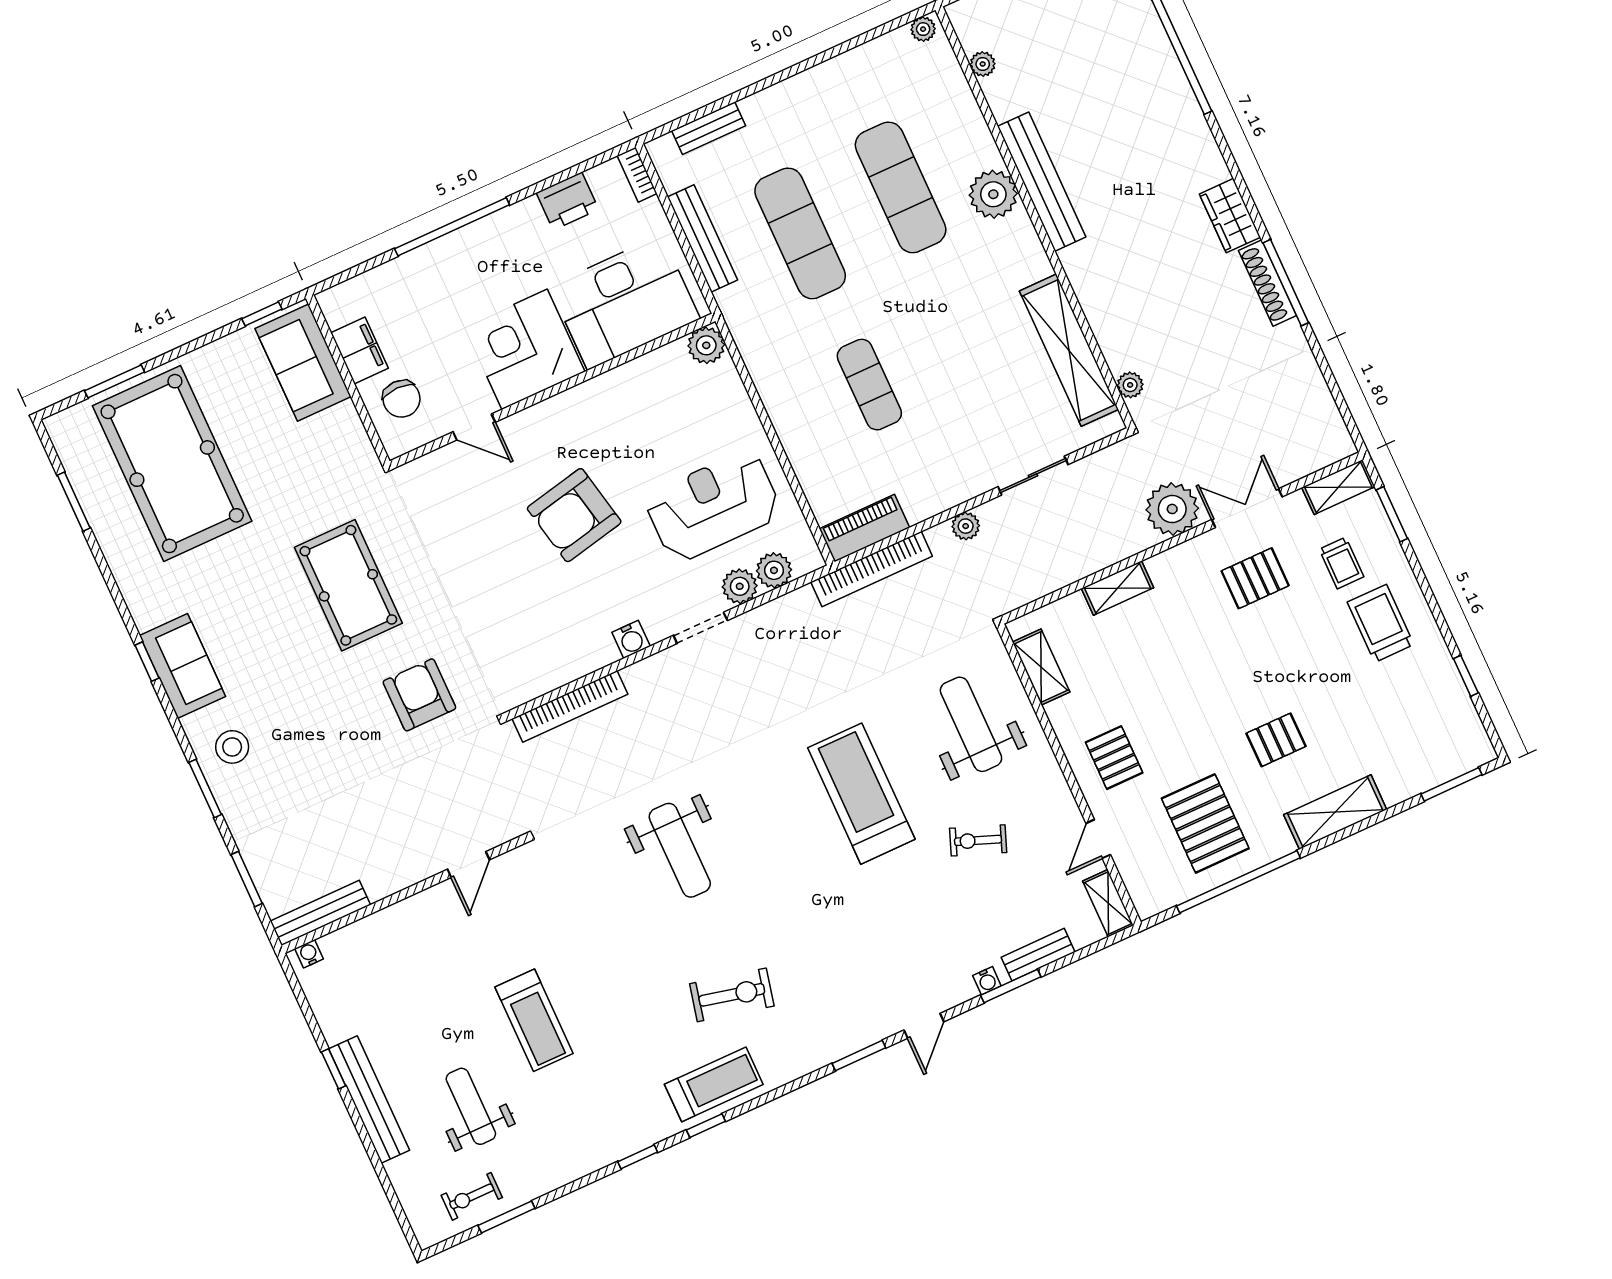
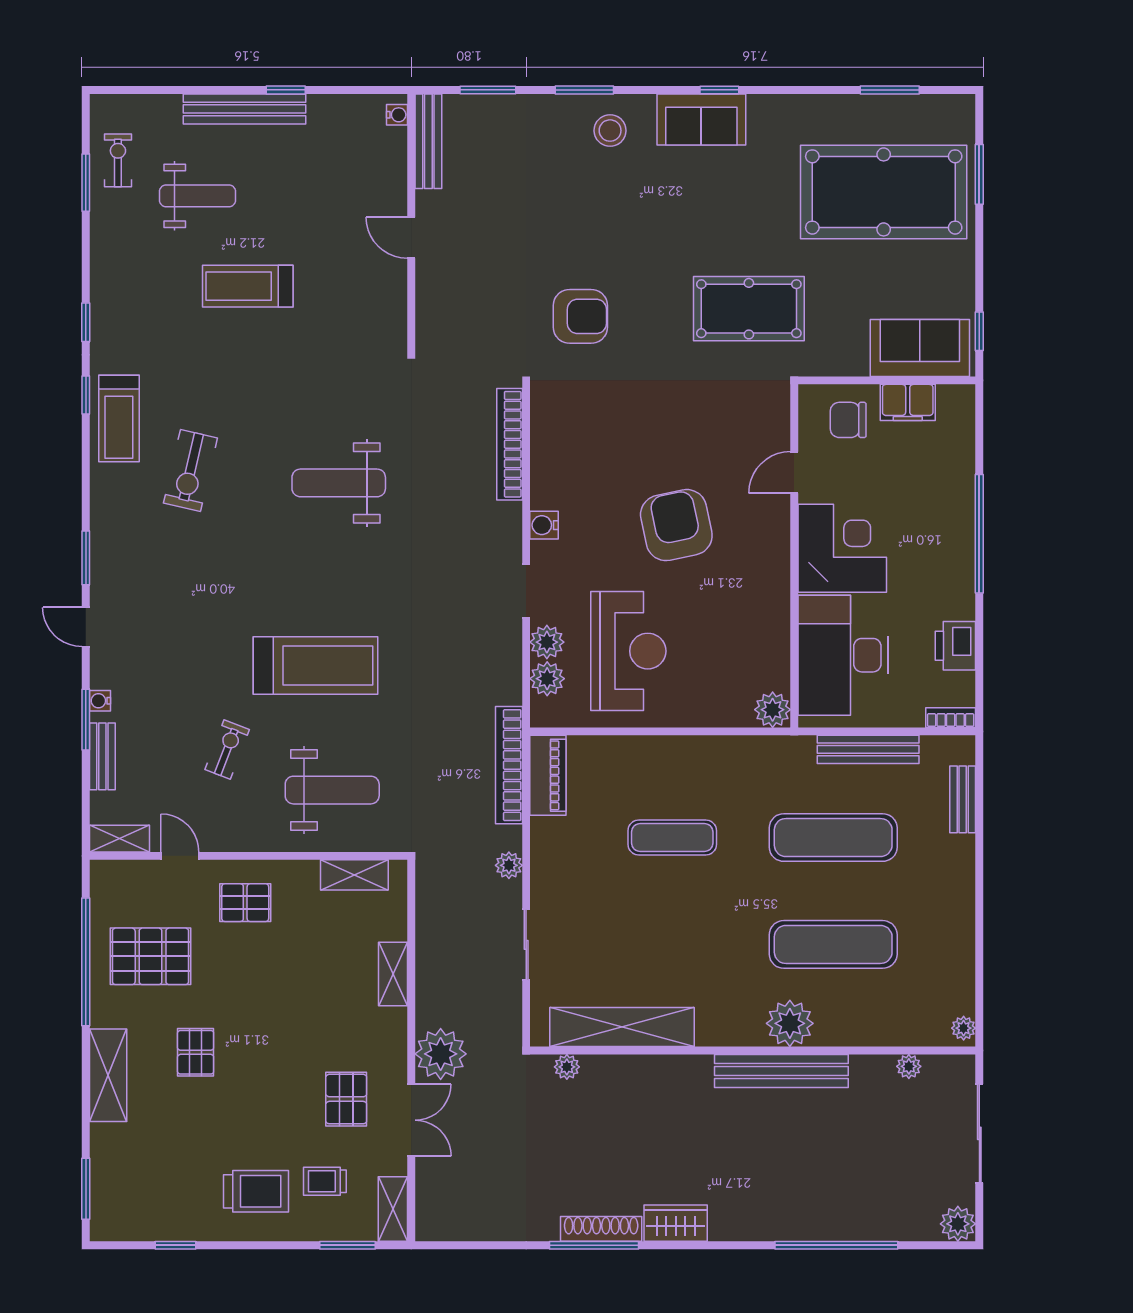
pool table: (348, 585) -> (749, 309), moved
door: (469, 865) -> (411, 238), moved

